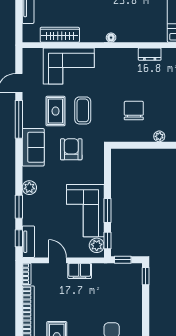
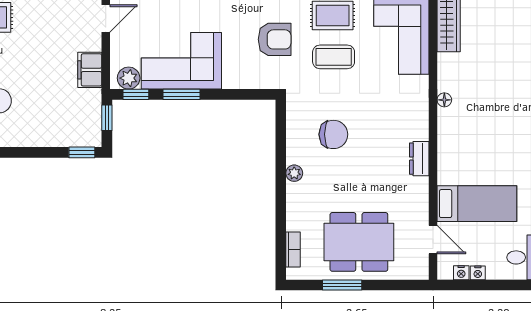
filing cabinet: (80, 271) -> (90, 70), moved

